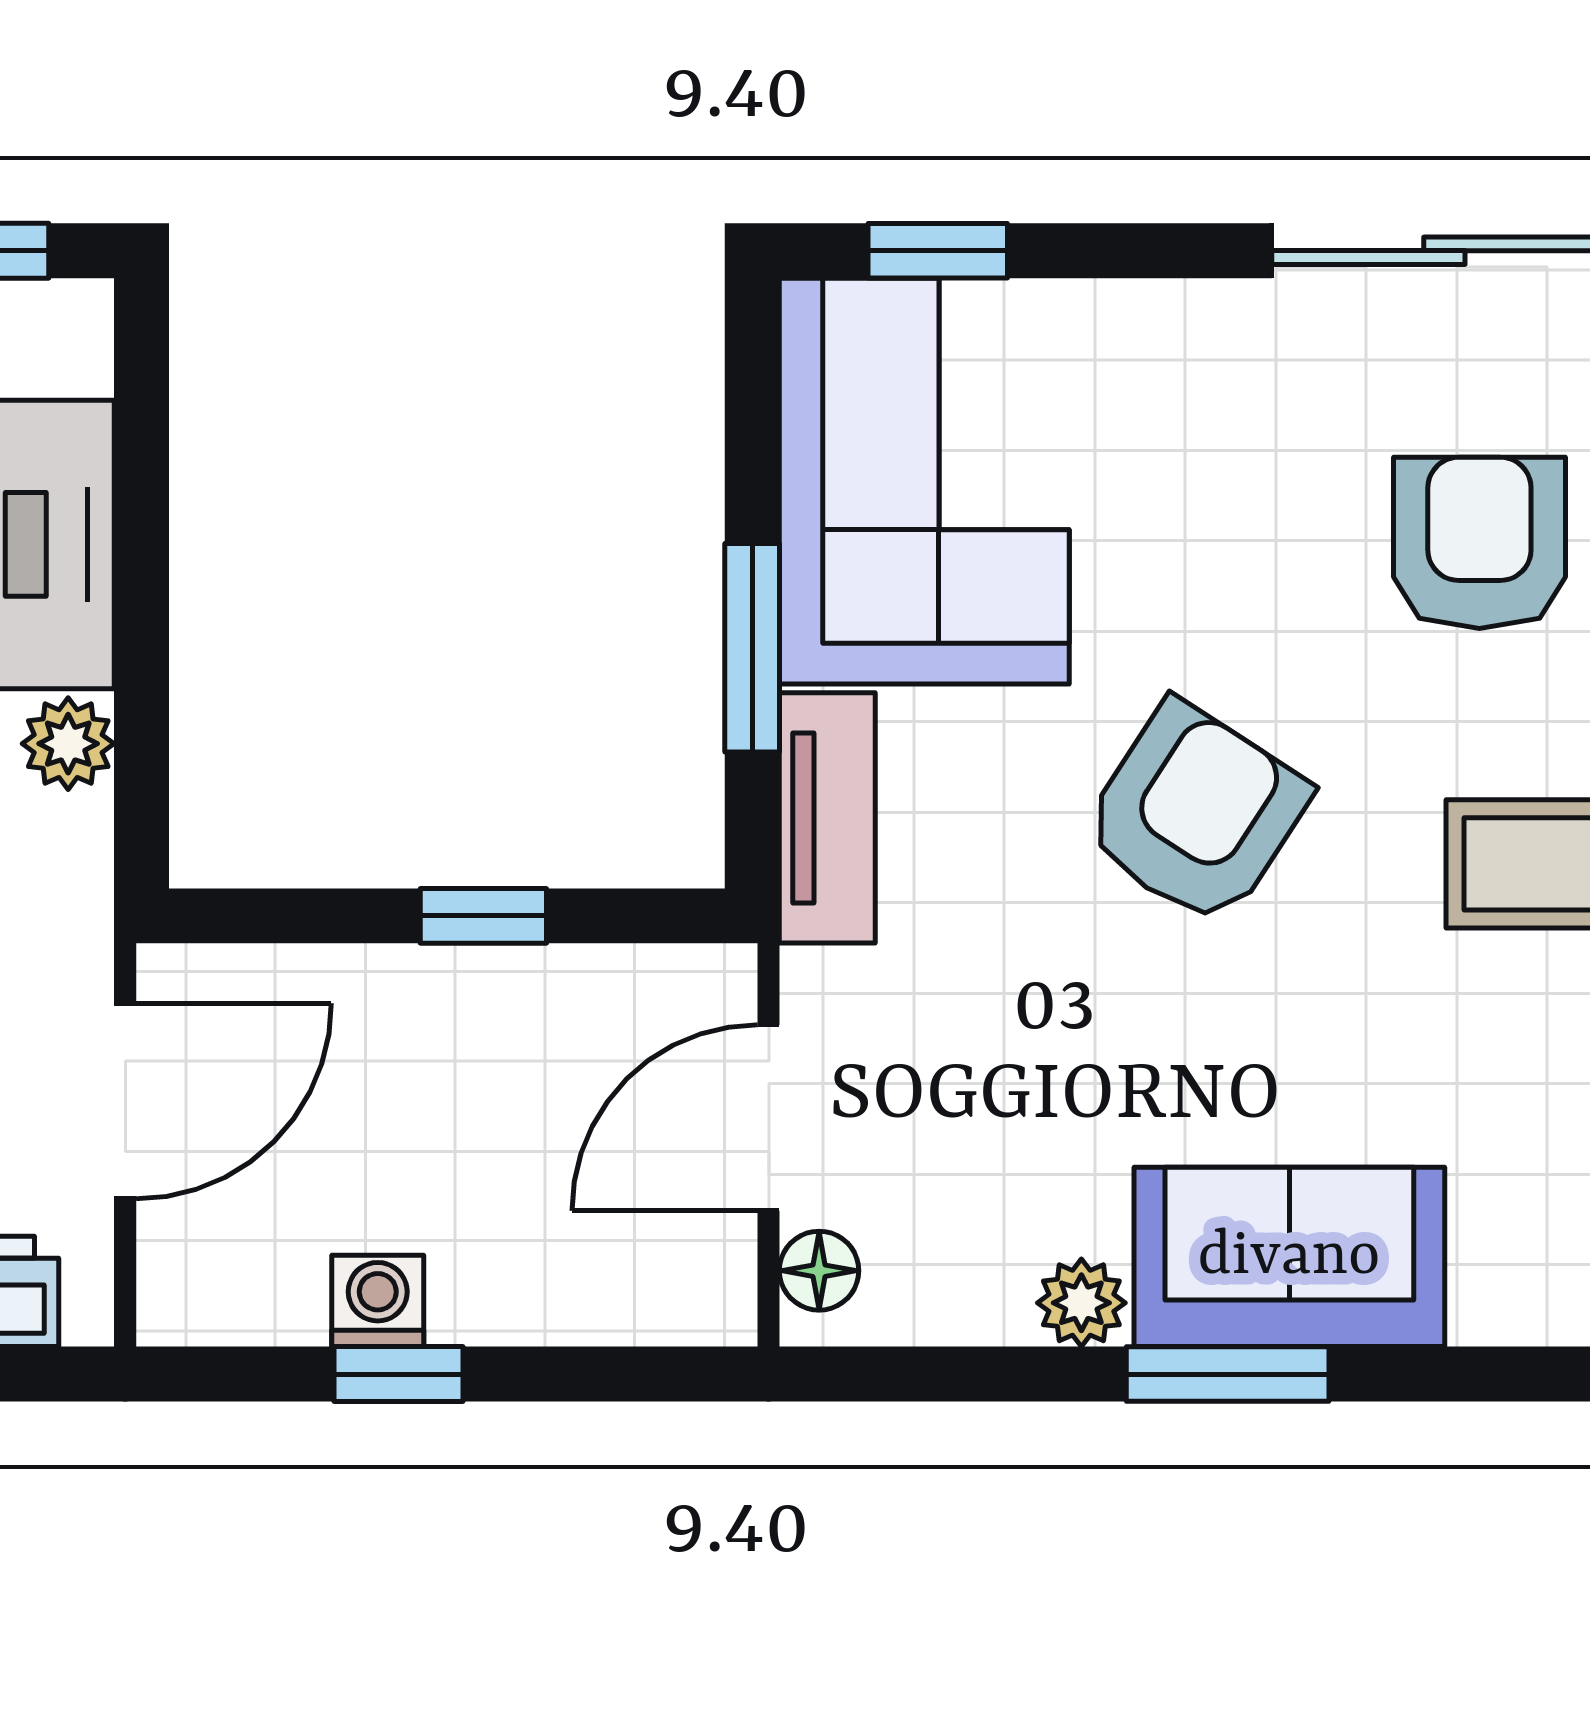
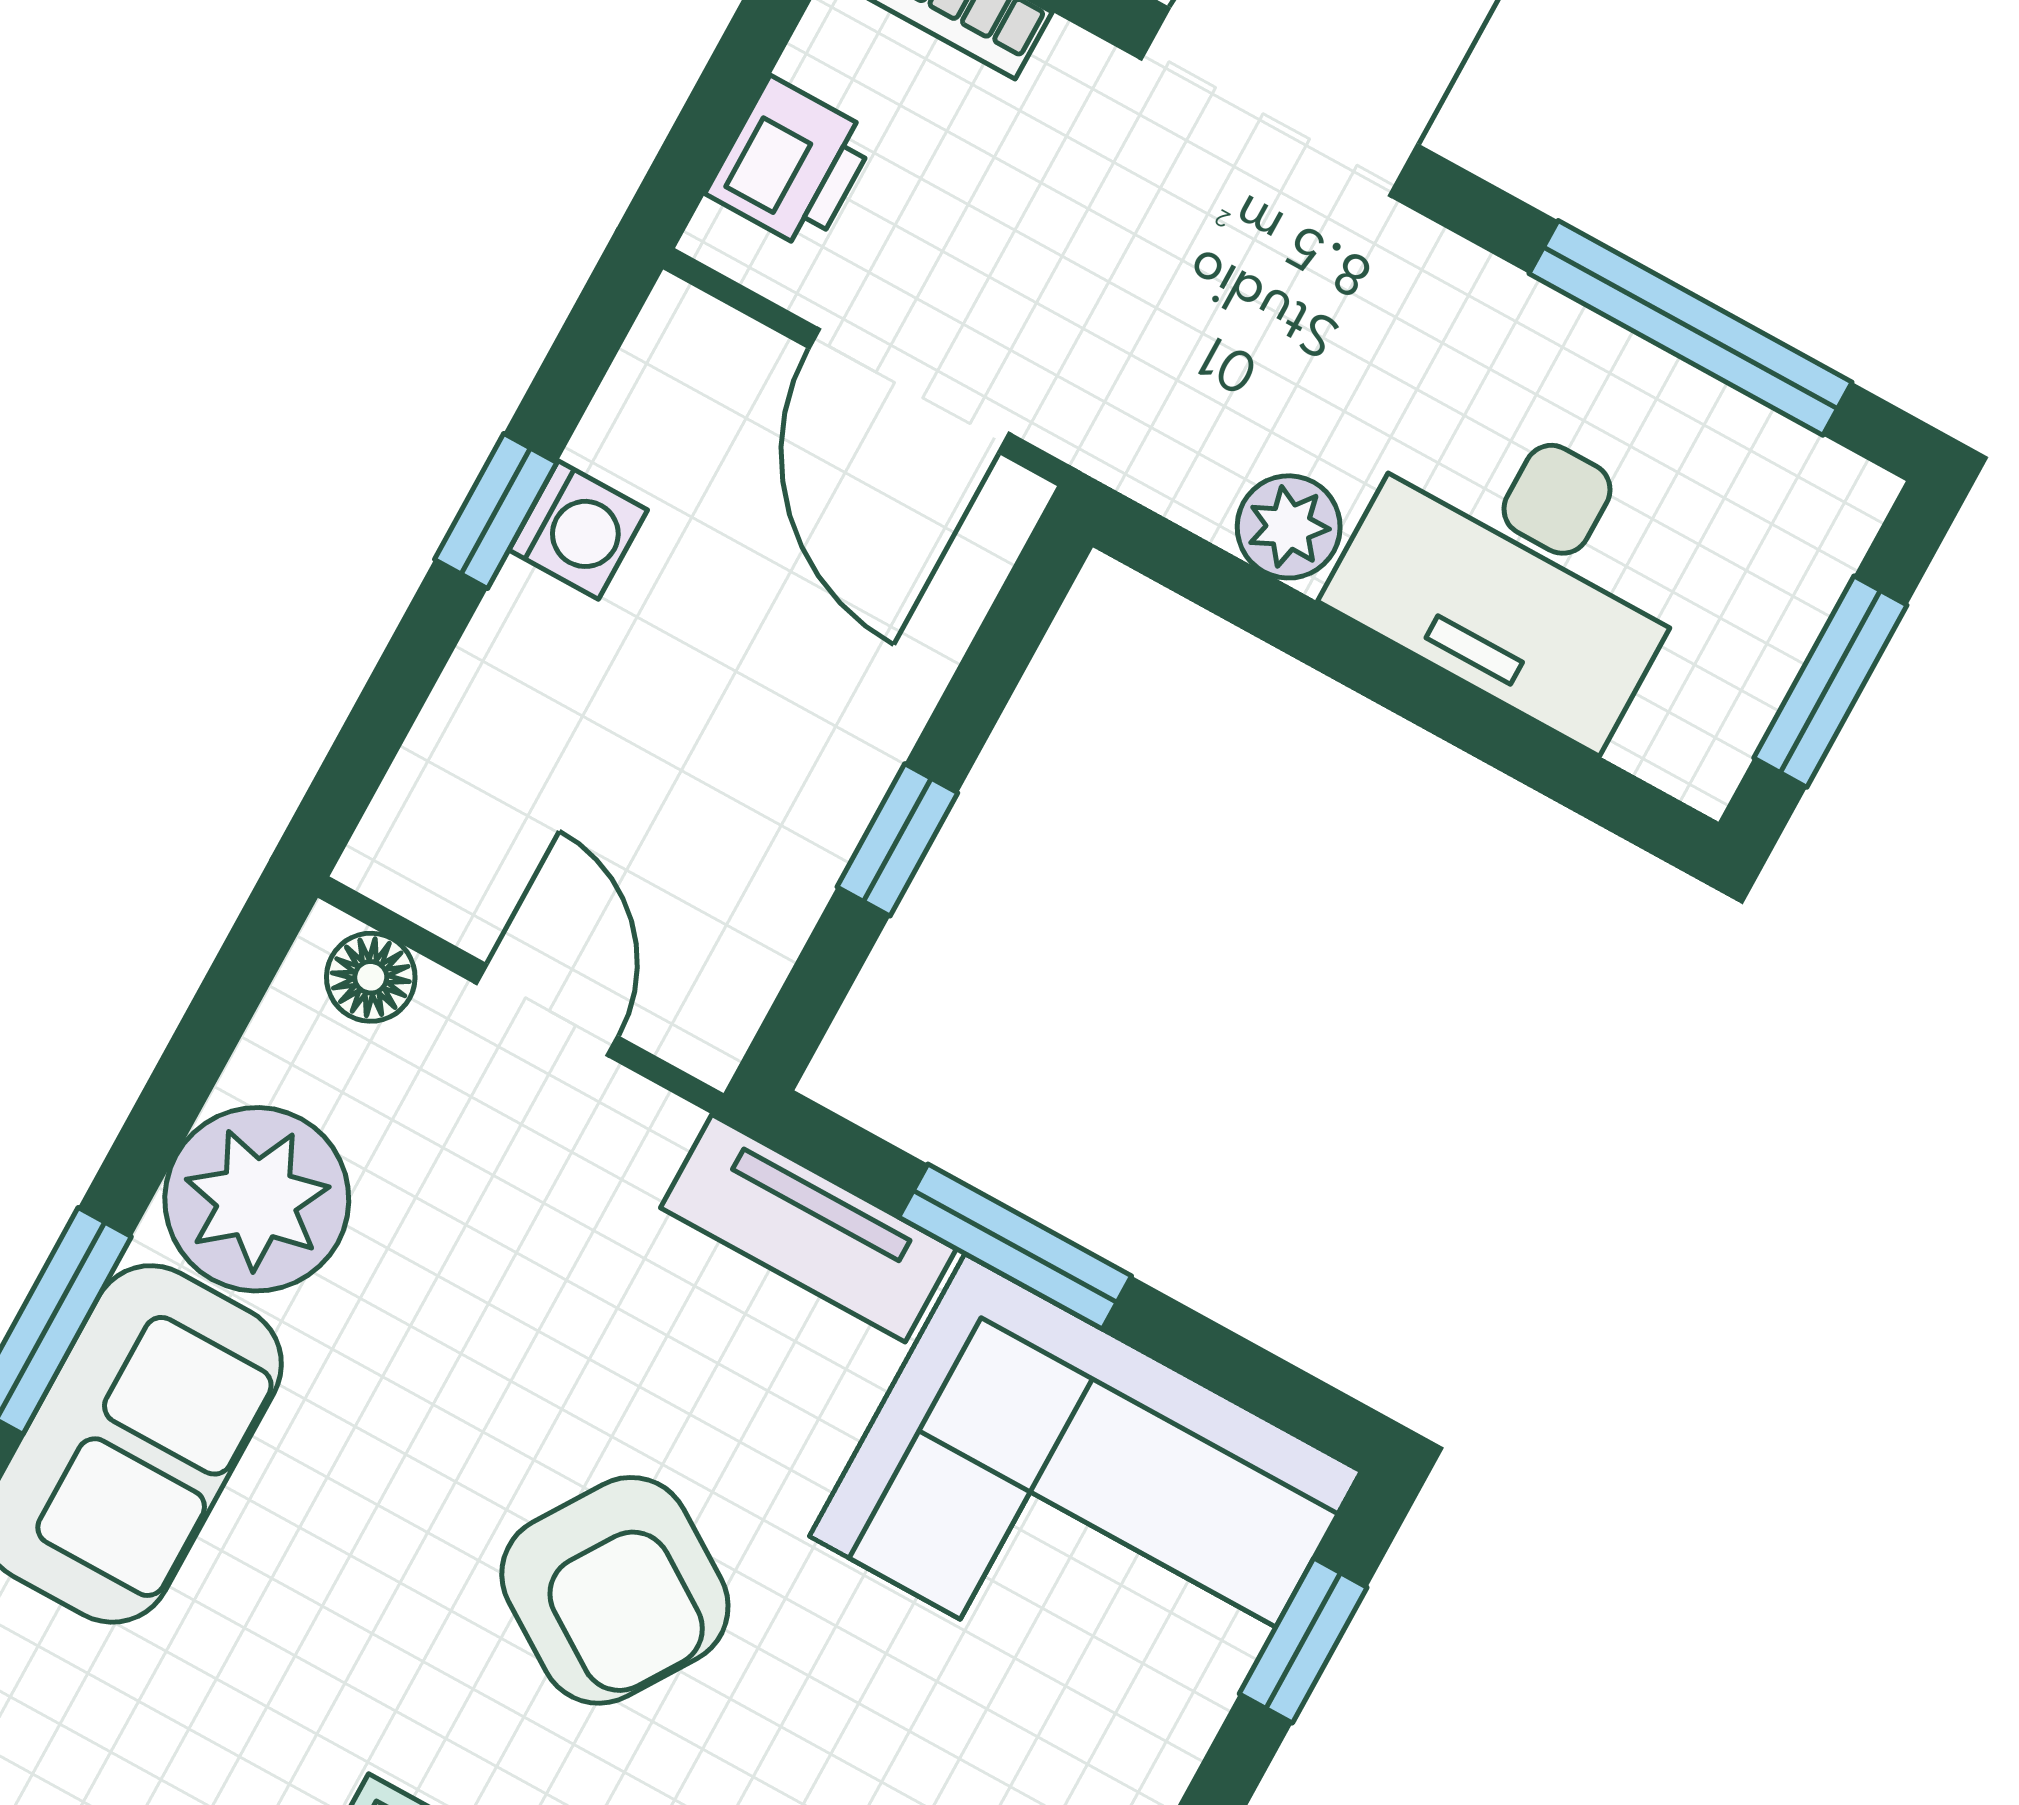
door: (769, 1118) -> (547, 1010), width x0.73
plant: (1081, 1303) -> (257, 1199), width x1.88, depth x1.88

